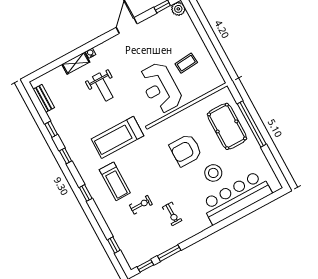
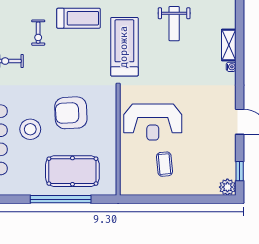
weight bench: (103, 87) -> (174, 24), moved, turned -90
reception desk: (161, 88) -> (153, 122), turned 180
armchair: (186, 150) -> (71, 113), turned -93
treadmill: (115, 181) -> (79, 18), turned 180

